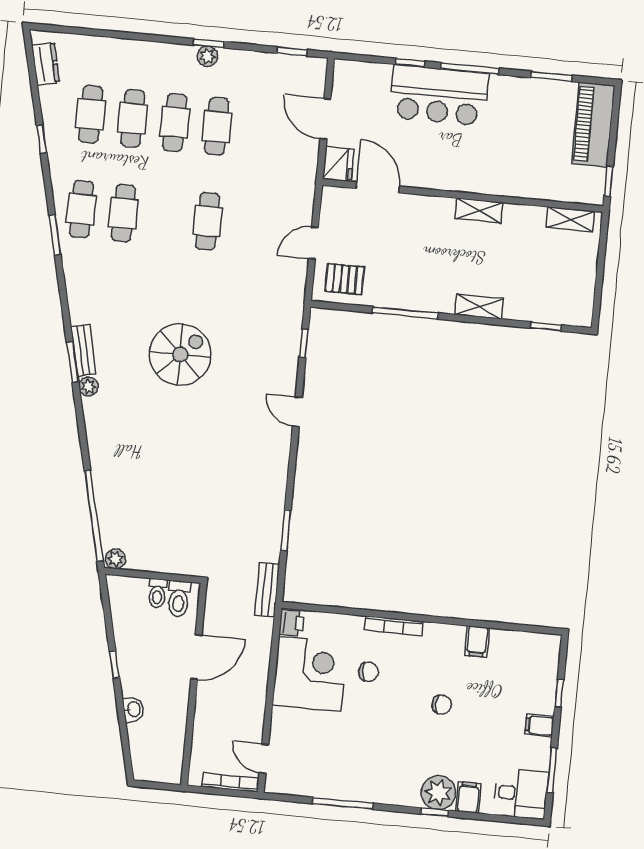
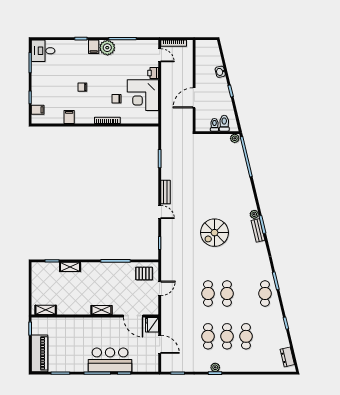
cafe table: (91, 114) -> (265, 336), removed
shelving: (479, 210) -> (101, 310), moved
cafe table: (124, 213) -> (227, 293), moved
shelving: (479, 307) -> (70, 267), moved
bench: (267, 590) -> (166, 192), moved
toilet: (179, 599) -> (224, 123), moved
printer: (291, 623) -> (153, 73), moved
filing cabinet: (540, 725) -> (38, 110), moved
plant: (438, 793) -> (107, 48), moved
filing cabinet: (468, 797) -> (94, 47), moved

